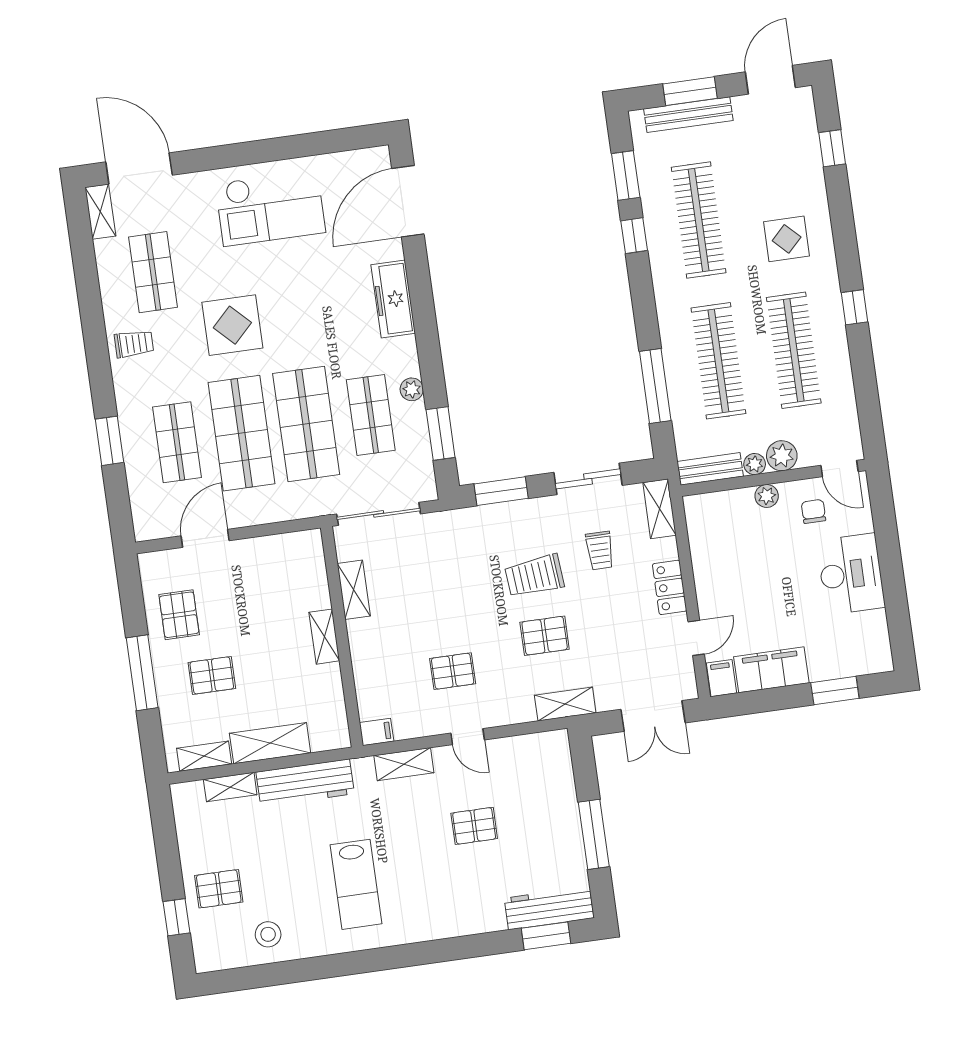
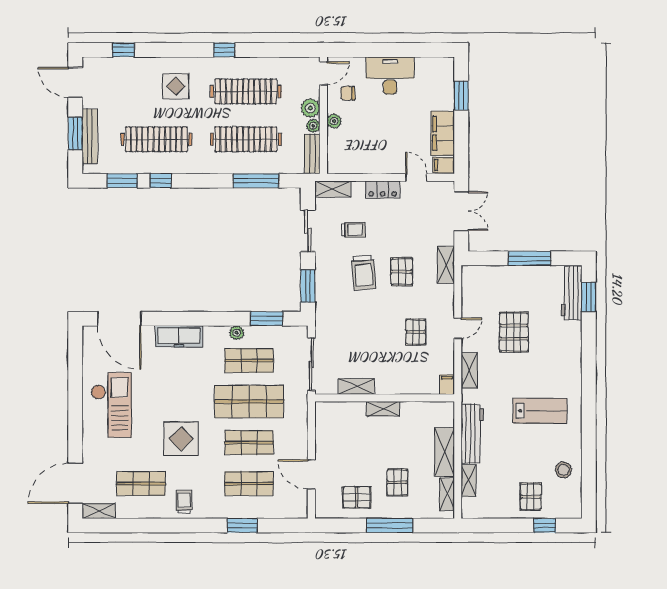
shop shelf: (242, 433) -> (249, 443), width x0.70, depth x0.74
pallet: (474, 826) -> (514, 332), width x1.50, depth x1.42

